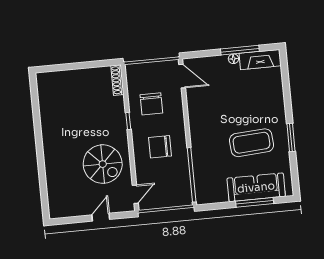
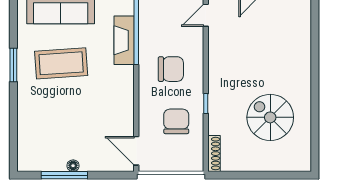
fireplace: (260, 60) -> (124, 40), moved, turned -90
spiral stairs: (103, 164) -> (270, 117), moved

